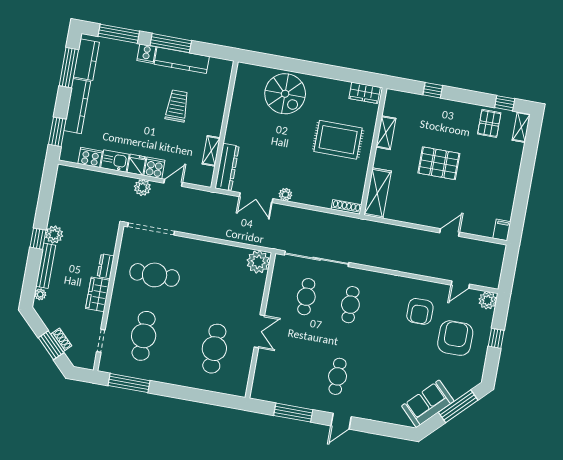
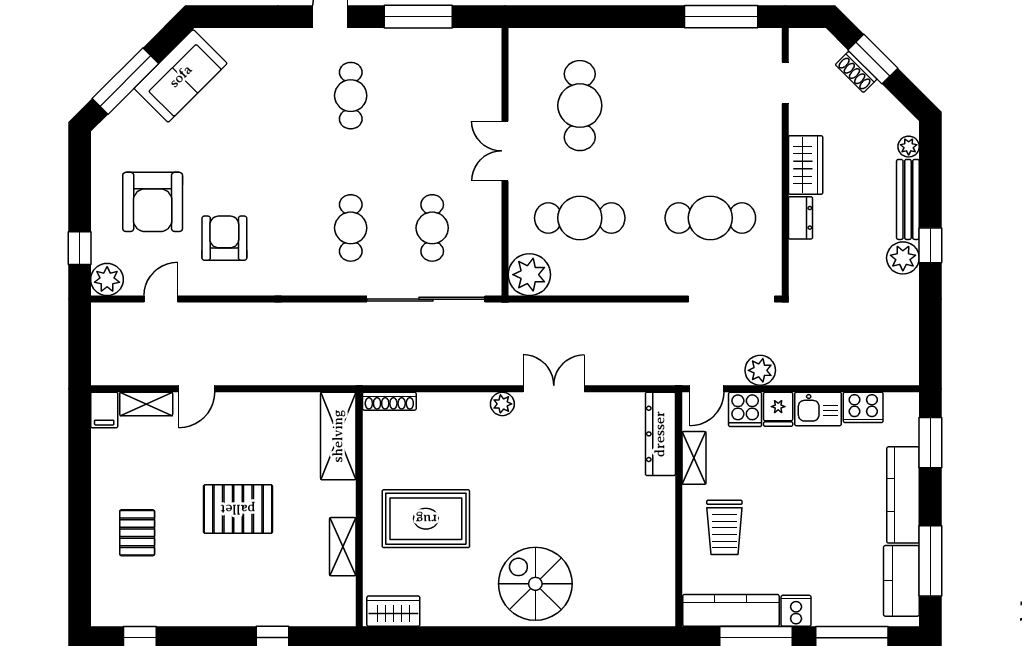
pallet: (489, 123) -> (137, 533), moved
wall: (224, 125) -> (679, 509), moved
shelving: (521, 127) -> (146, 404), moved, turned 90
shelving: (211, 151) -> (694, 458), moved
dresser: (227, 167) -> (660, 434), moved
cafe table: (144, 336) -> (580, 218), moved, turned 90
window: (496, 338) -> (80, 248), moved

